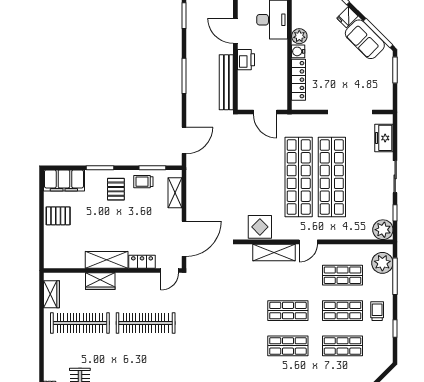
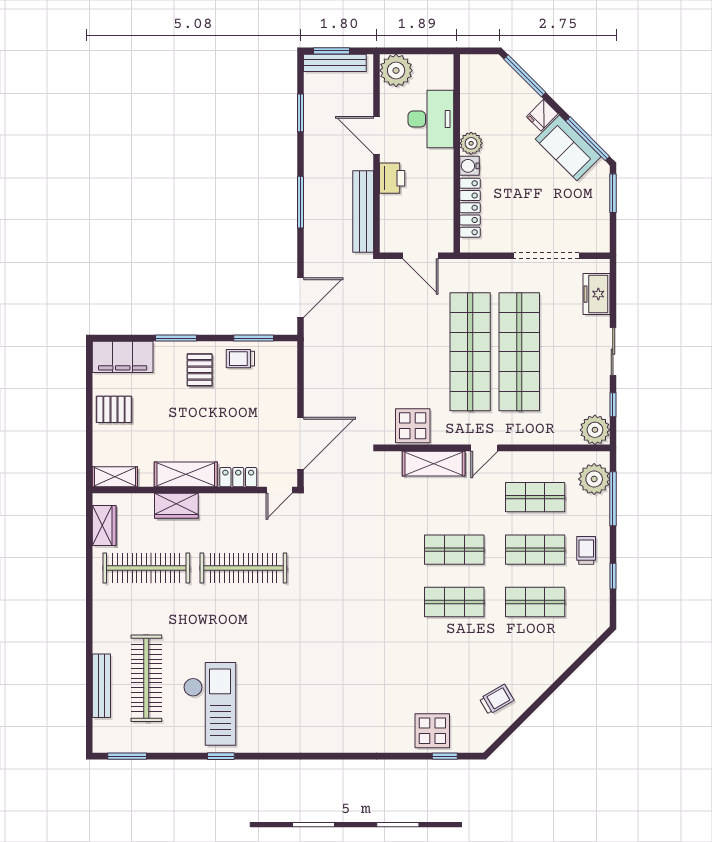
shelving: (175, 193) -> (115, 477), moved, turned 90

